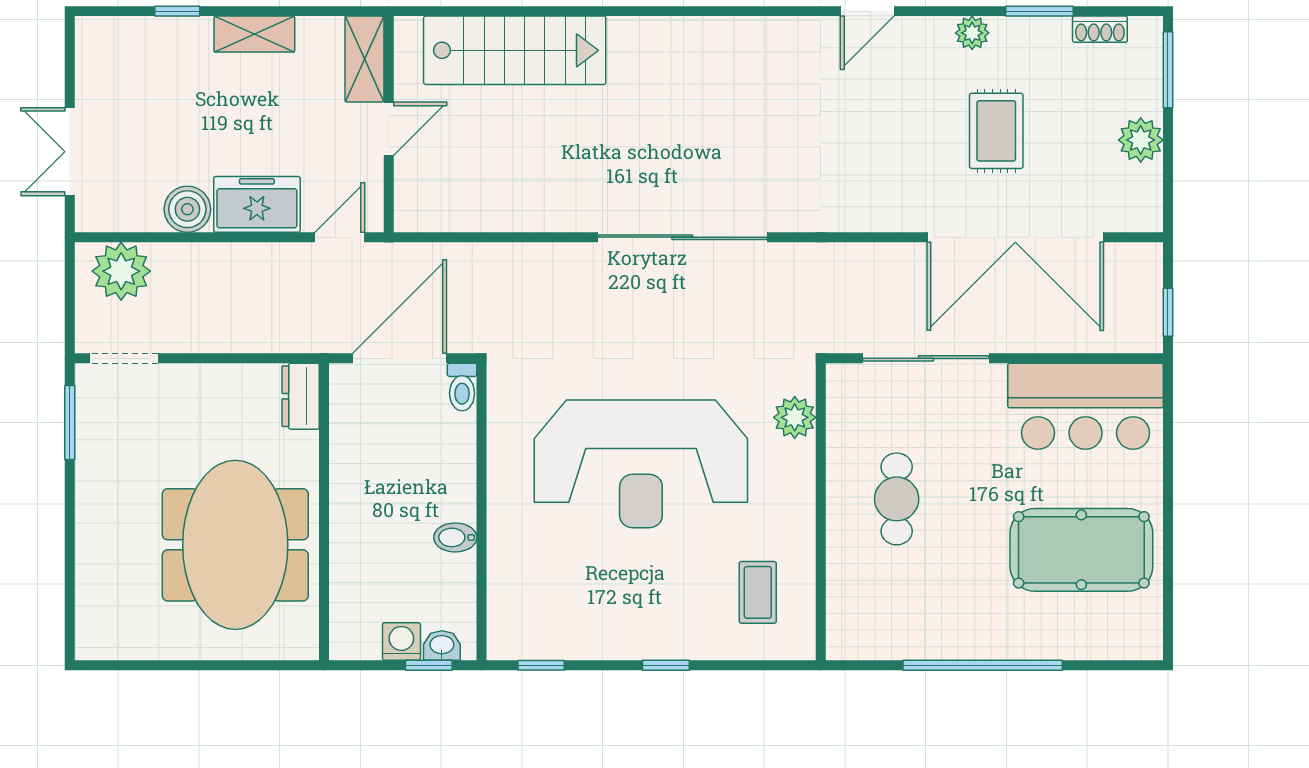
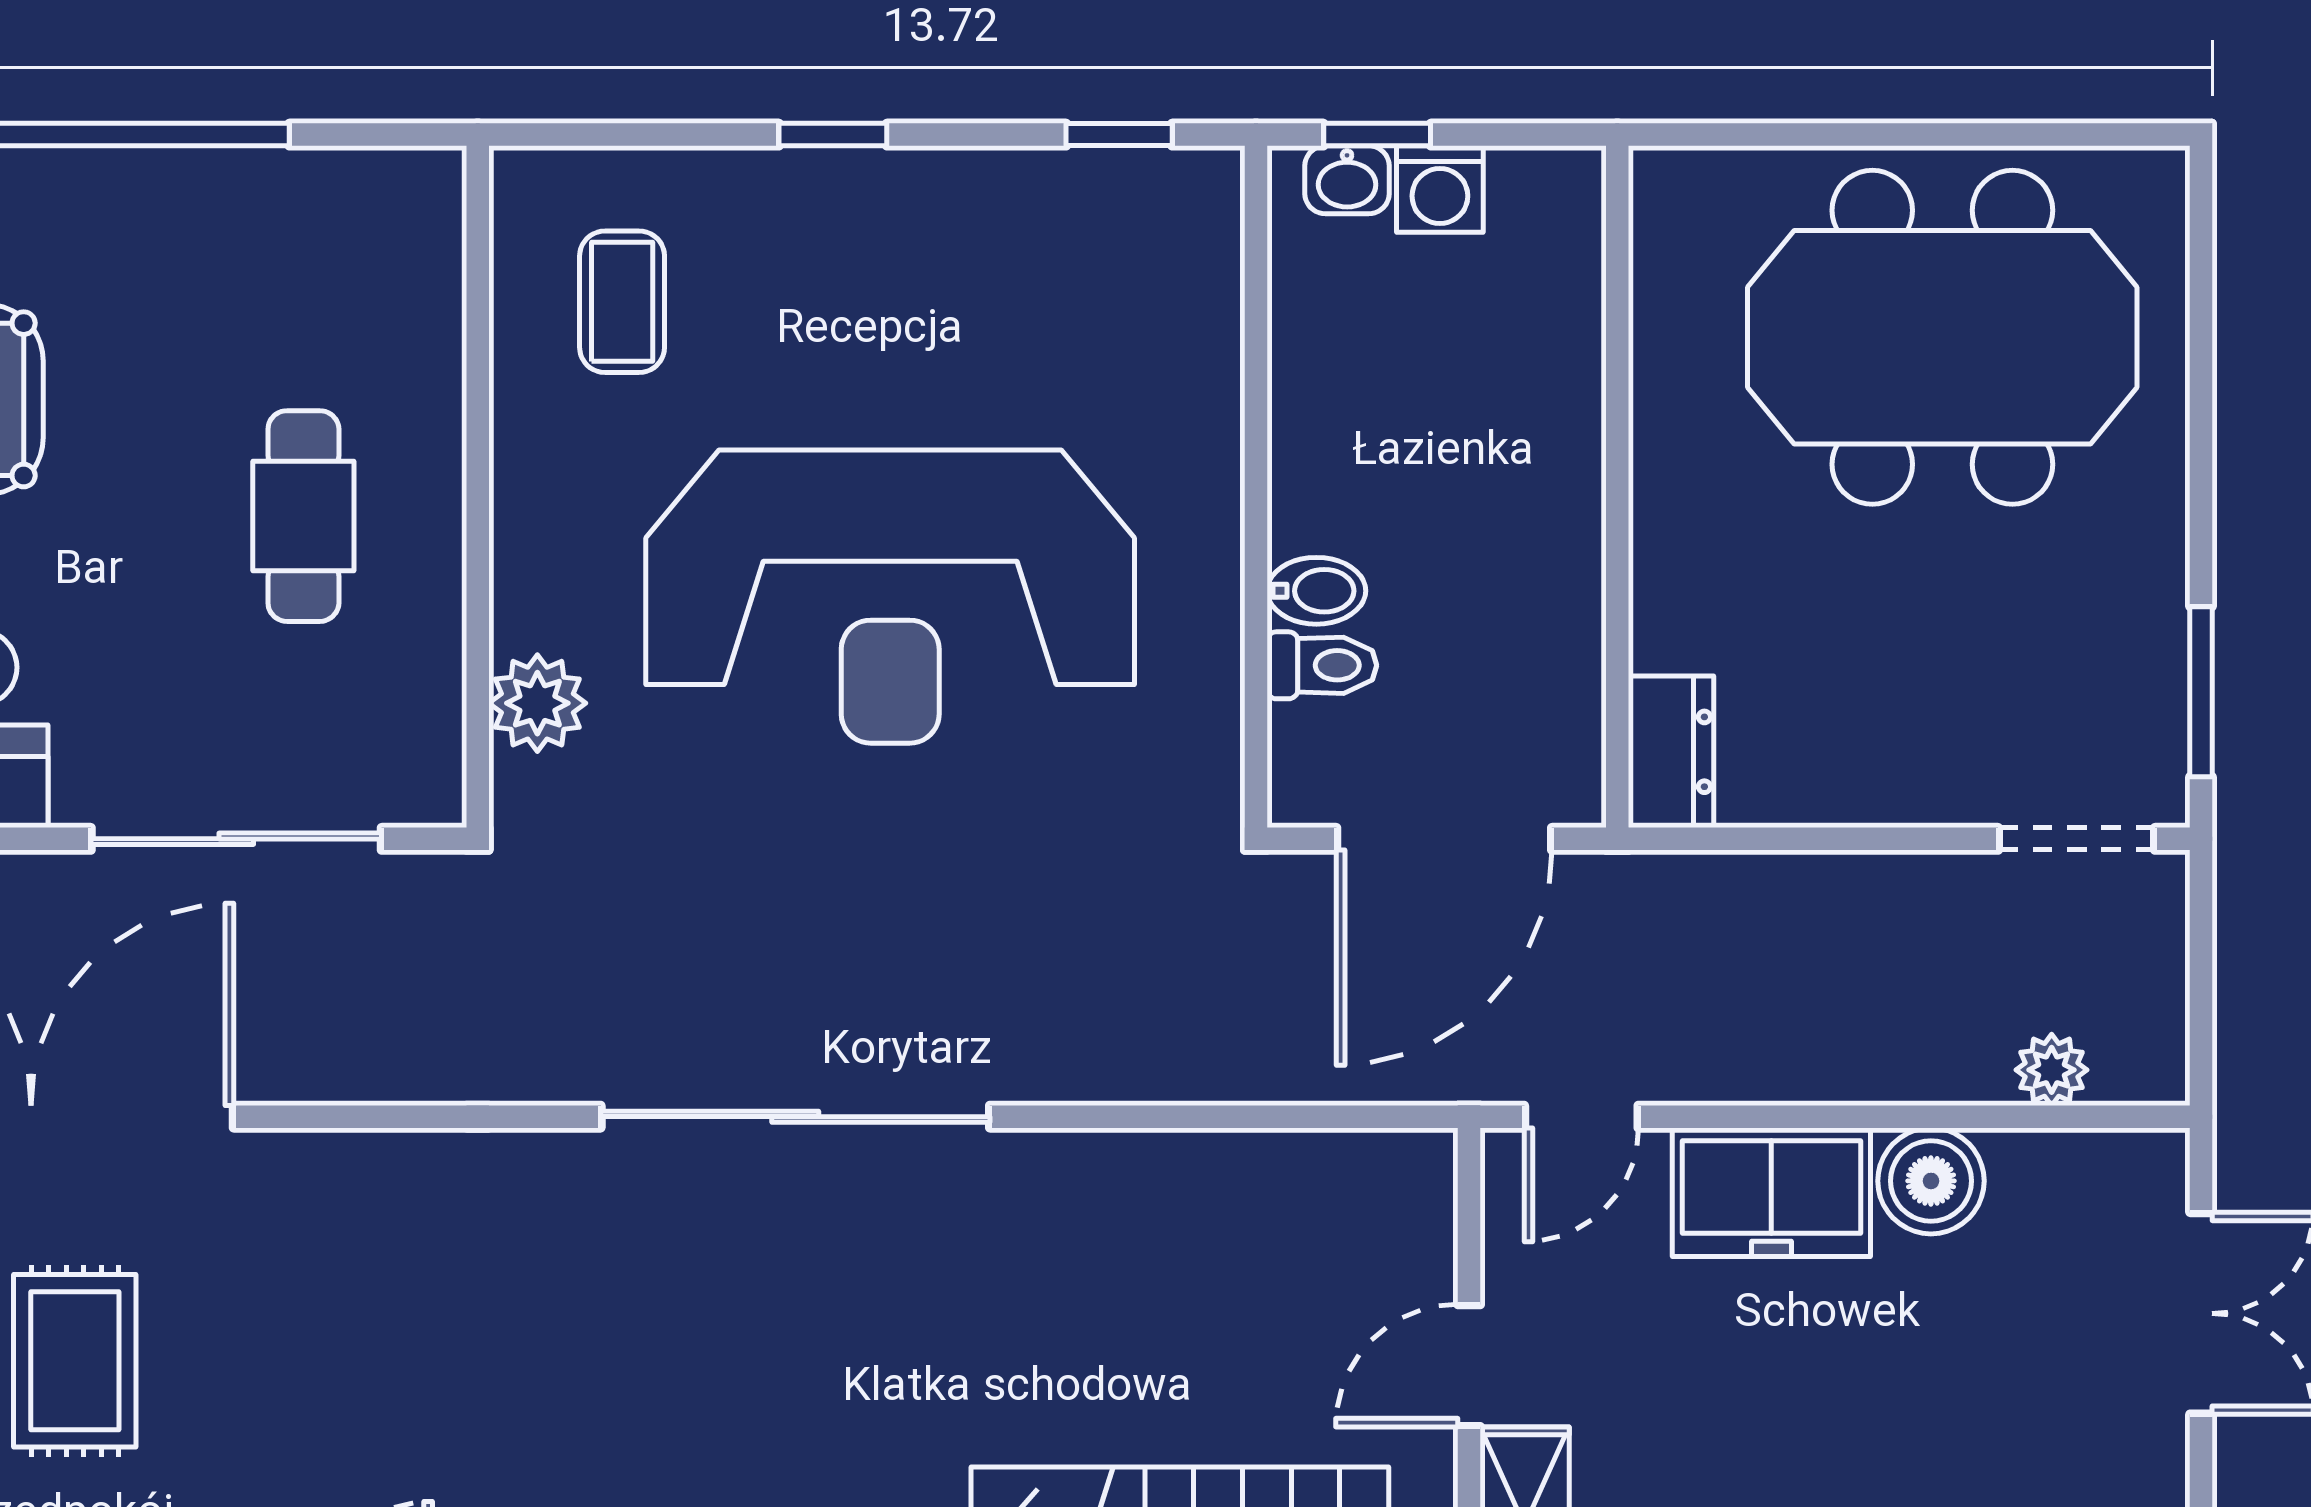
plant: (121, 271) -> (2052, 1070), width x0.53, depth x0.53
toilet: (462, 387) -> (1322, 665), moved, turned 90
reception desk: (641, 464) -> (890, 597), turned 180
bidet: (455, 537) -> (1316, 591), moved
meeting table: (235, 545) -> (1942, 337), moved, turned 90

